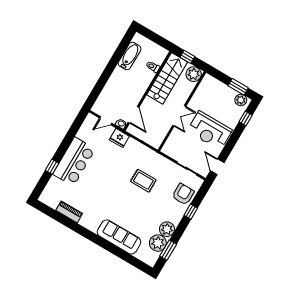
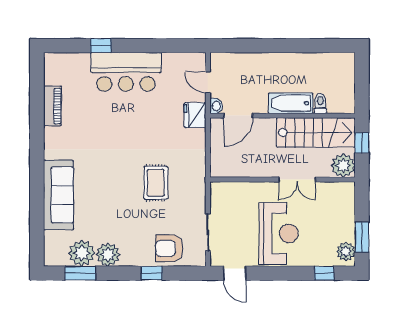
bathtub: (130, 56) -> (291, 103), moved, turned 180
double door: (179, 116) -> (297, 180), moved
reception desk: (210, 131) -> (279, 233), turned 180
door: (217, 167) -> (235, 273), swing flipped
armchair: (183, 194) -> (169, 248), turned 180

